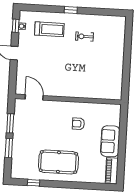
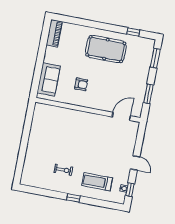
door: (34, 97) -> (121, 116), swing flipped
sofa: (110, 141) -> (49, 79), moved
window: (9, 148) -> (155, 58), moved

